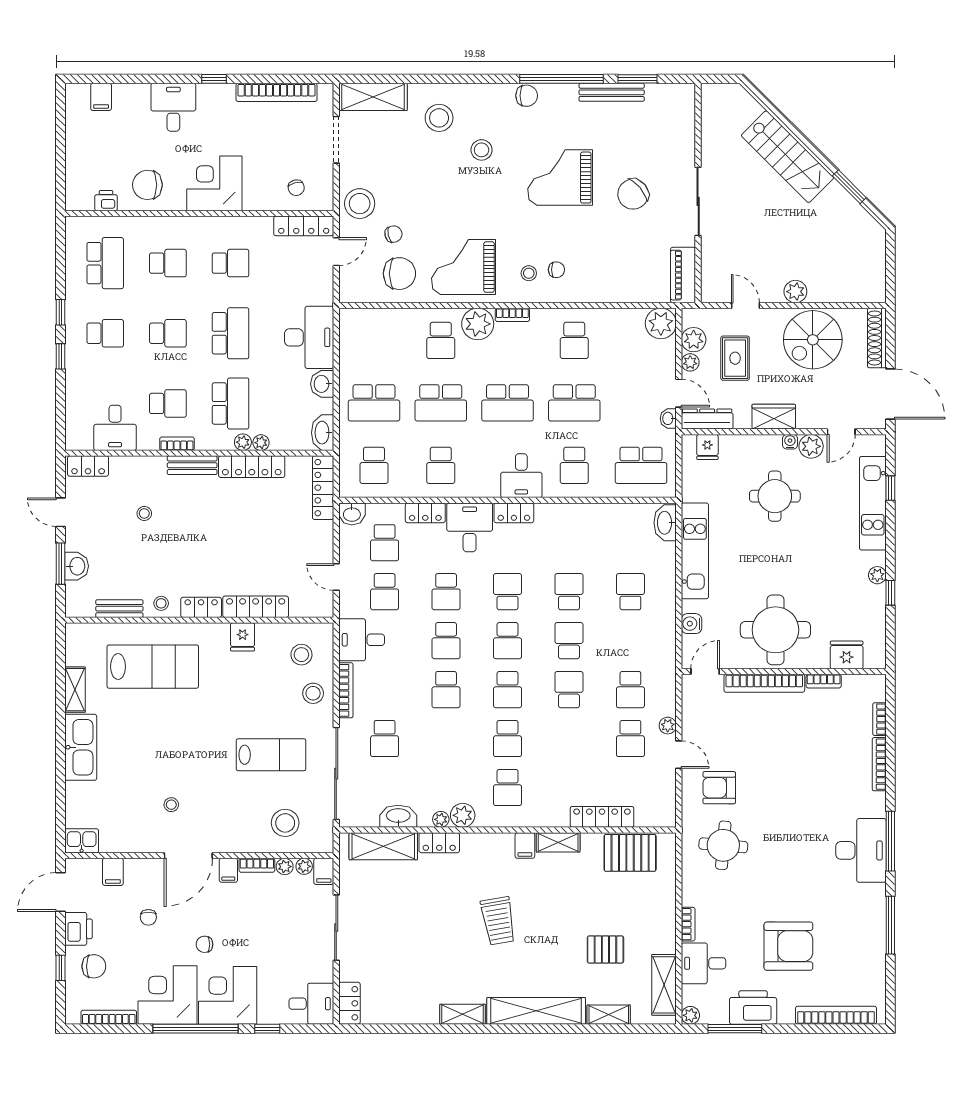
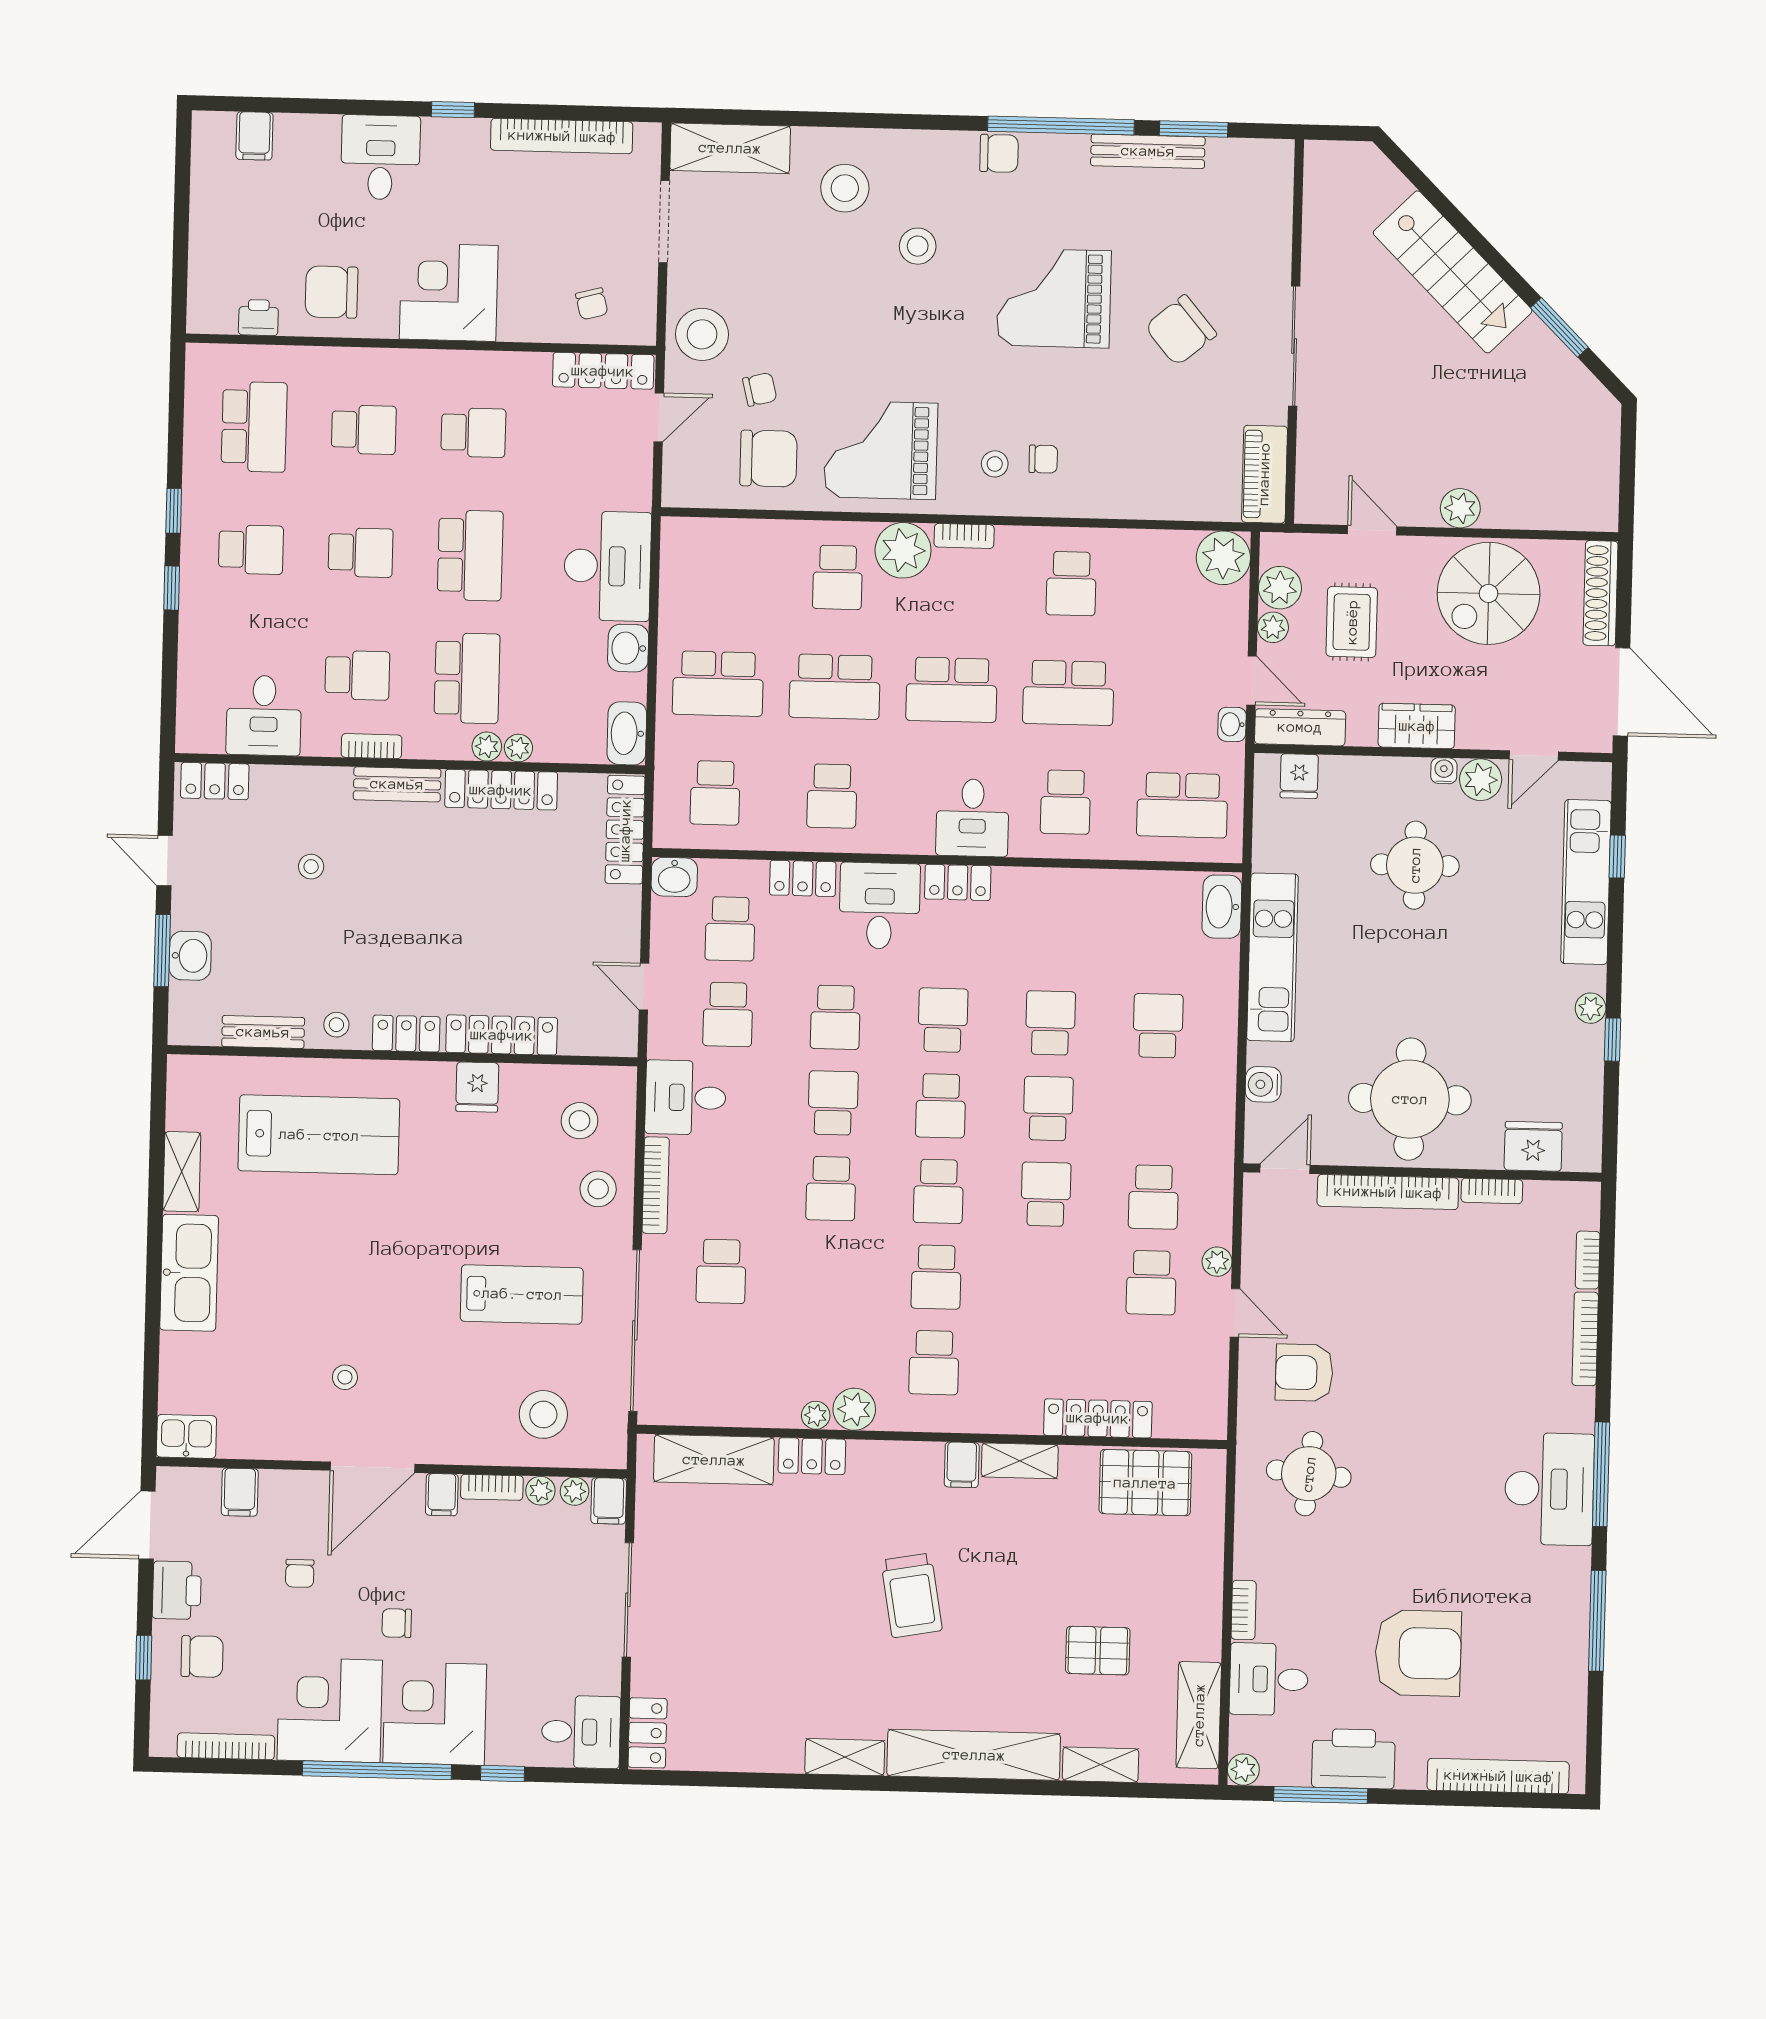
school desk: (446, 641) -> (833, 1103), turned 180
washbasin: (398, 816) -> (741, 1408), removed

